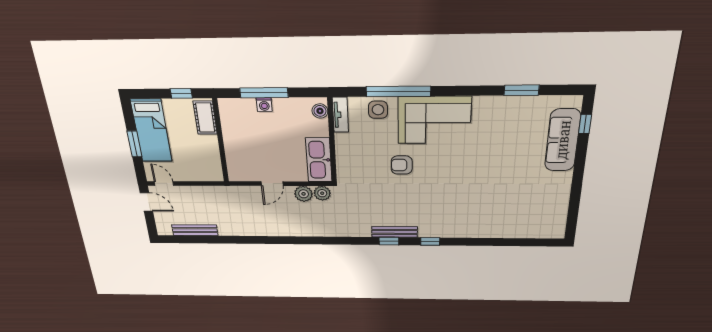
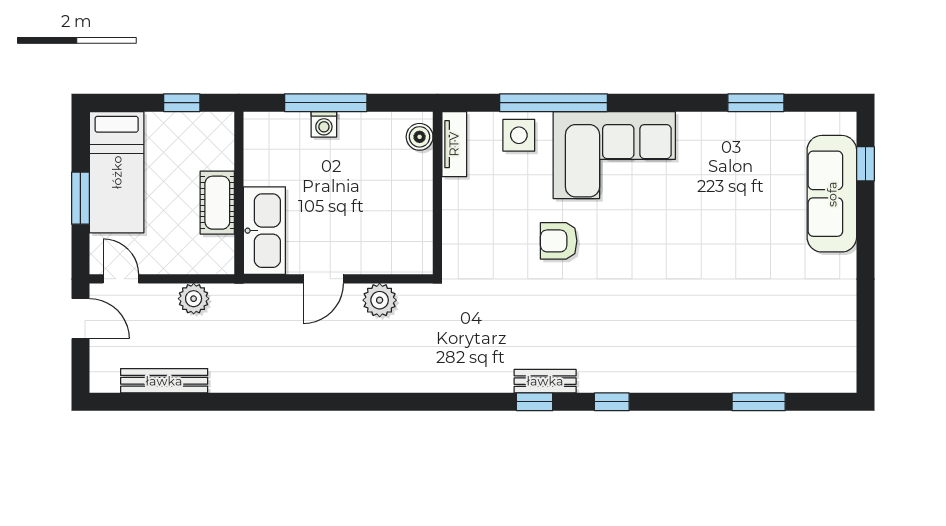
cot: (205, 118) -> (217, 203), moved
kitchen sink: (319, 160) -> (264, 231), moved, turned 180
plant: (322, 193) -> (194, 299), moved
bench: (395, 232) -> (545, 381), width x0.73
window: (510, 242) -> (759, 402), added

